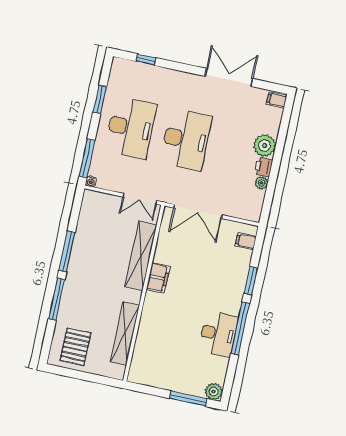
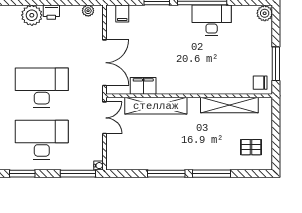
plant: (262, 183) -> (88, 11), moved
filing cabinet: (158, 278) -> (143, 86), moved
pallet: (76, 347) -> (251, 147), width x0.67, depth x0.71
chair: (141, 371) -> (260, 83), added
window: (188, 399) -> (276, 64), moved

